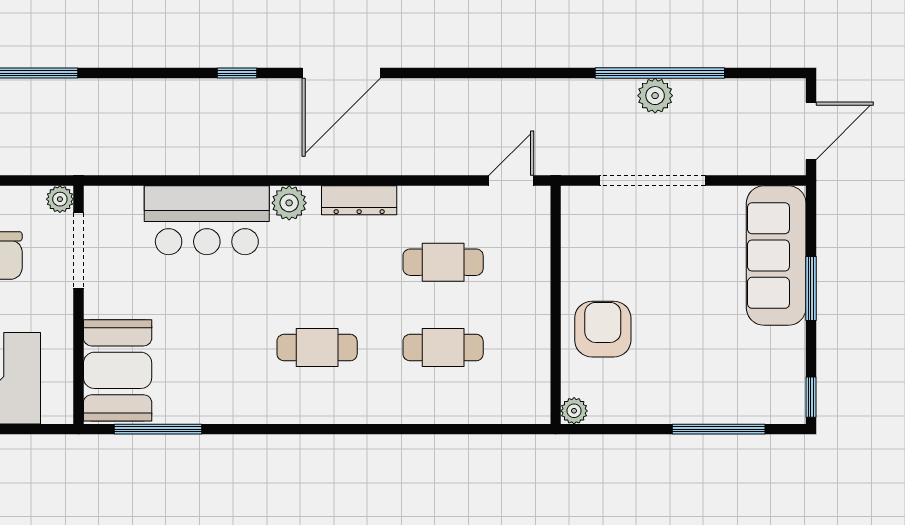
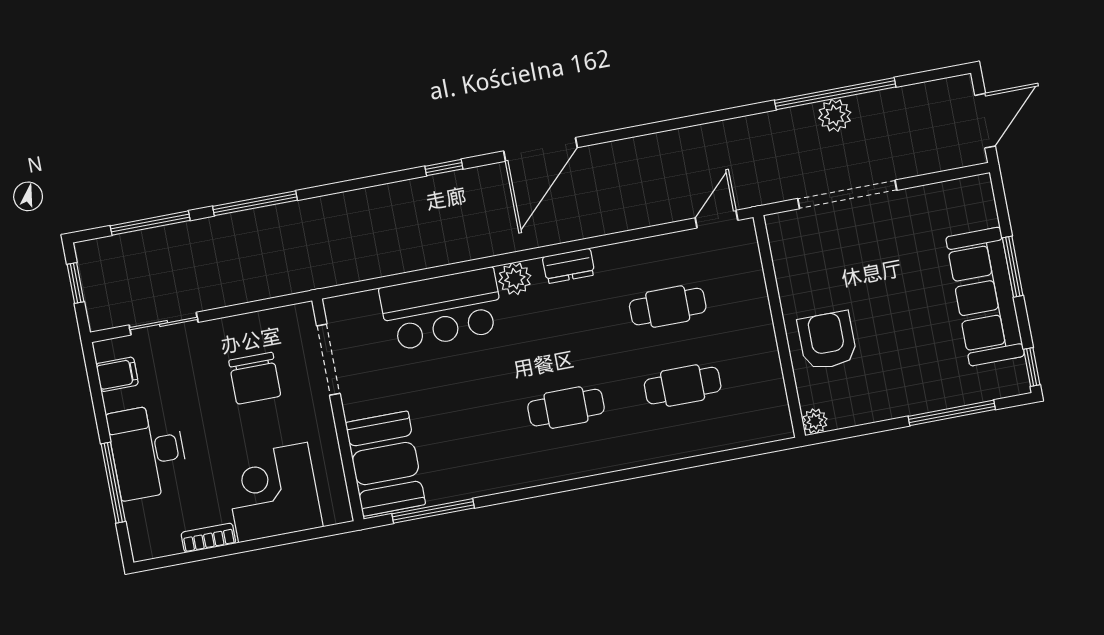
plant: (60, 199) -> (302, 315), removed
dresser: (359, 200) -> (569, 266), width x0.70
sofa: (776, 256) -> (985, 297), moved

